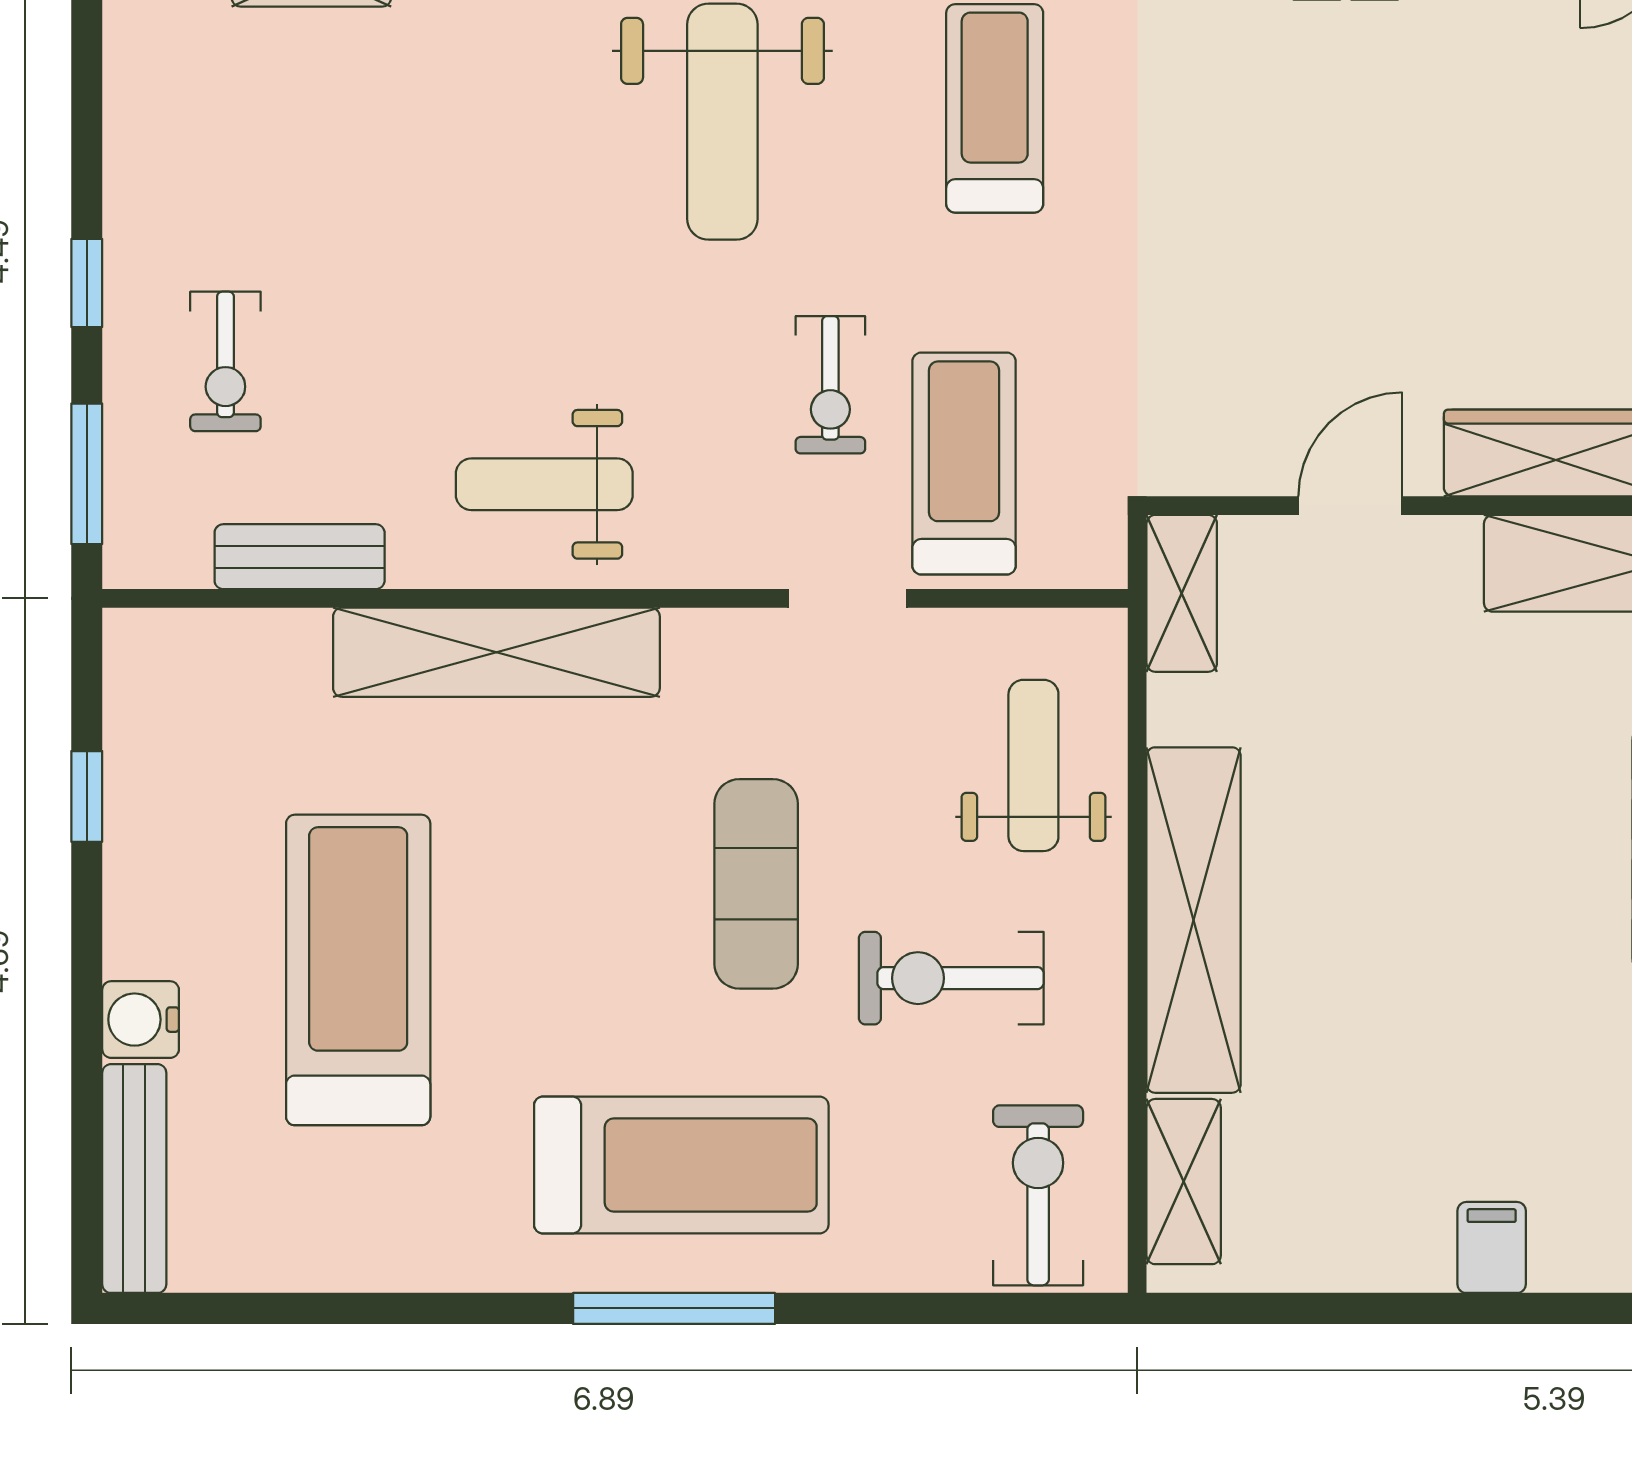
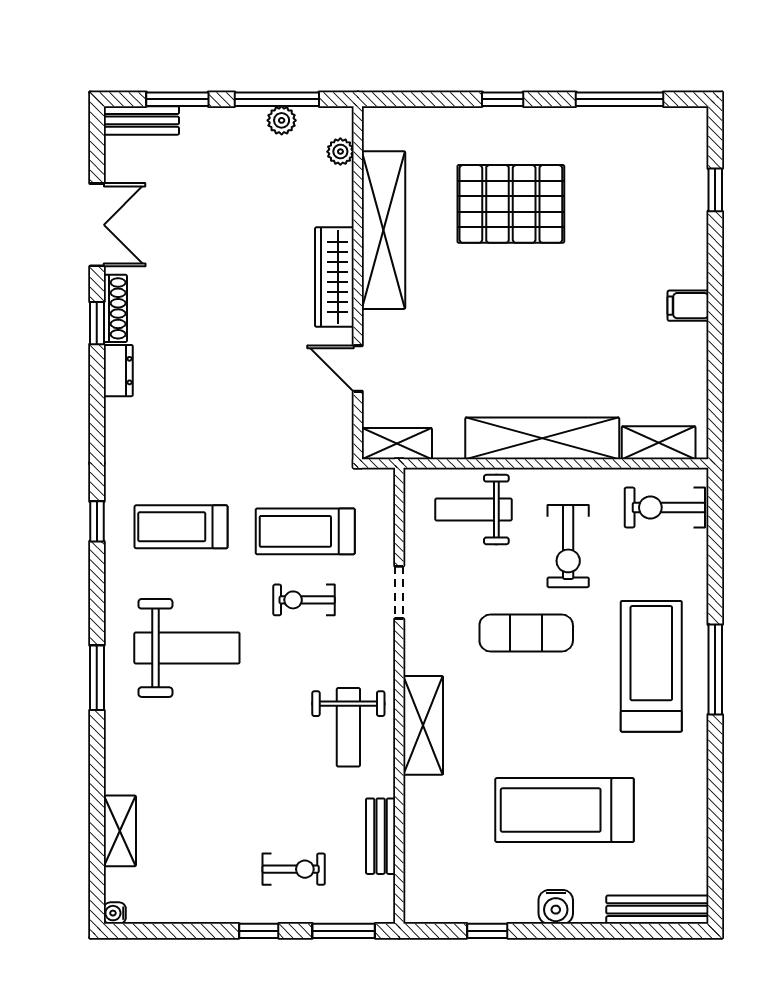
exercise bike: (830, 385) -> (304, 600), turned 180
treadmill: (964, 464) -> (305, 531), moved
shelving: (496, 652) -> (423, 725), width x0.68
water cooler: (141, 1020) -> (556, 907), moved

